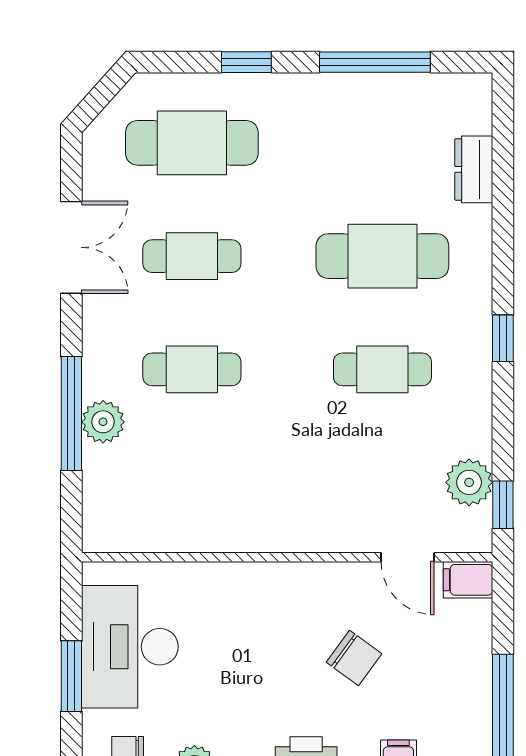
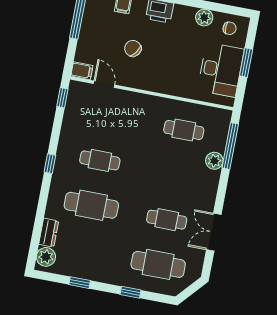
window: (375, 62) -> (80, 283), width x0.46
cafe table: (192, 369) -> (184, 130), moved
window: (71, 413) -> (230, 146), moved
plant: (469, 482) -> (46, 257), moved

